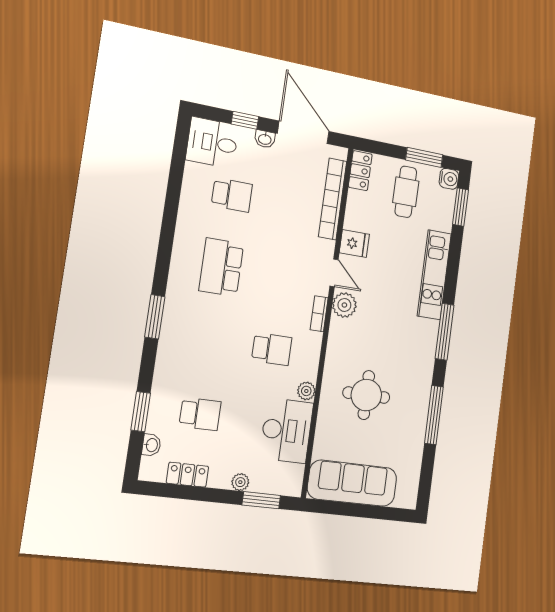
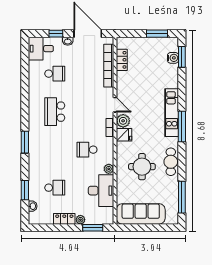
locker: (360, 171) -> (122, 60), moved
water cooler: (449, 179) -> (173, 58), moved
cafe table: (406, 192) -> (171, 162), moved
fridge: (354, 244) -> (124, 135), moved
kitchen unit: (434, 275) -> (172, 113), moved
school desk: (272, 349) -> (87, 150), turned 180
window: (434, 415) -> (182, 197), moved
locker: (187, 475) -> (64, 219), moved

